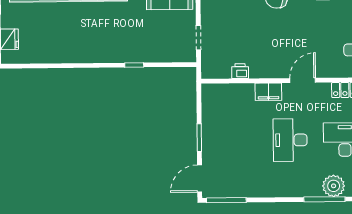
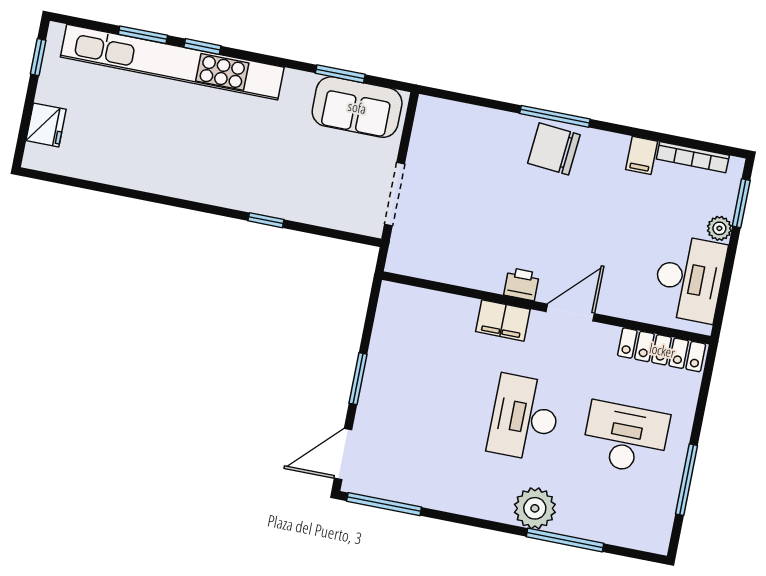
doorway: (198, 38) -> (395, 194), width x1.38
printer: (240, 71) -> (522, 284), moved
plant: (334, 186) -> (535, 508), moved

